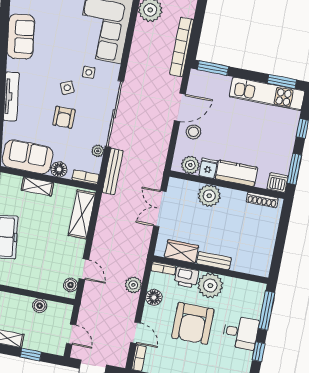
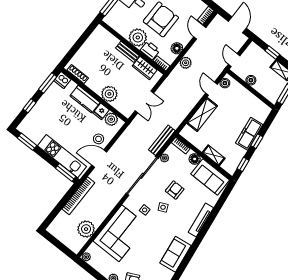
kitchen unit: (267, 94) -> (62, 156), moved
shelving: (82, 214) -> (202, 114), moved
door: (71, 334) -> (234, 60), moved

